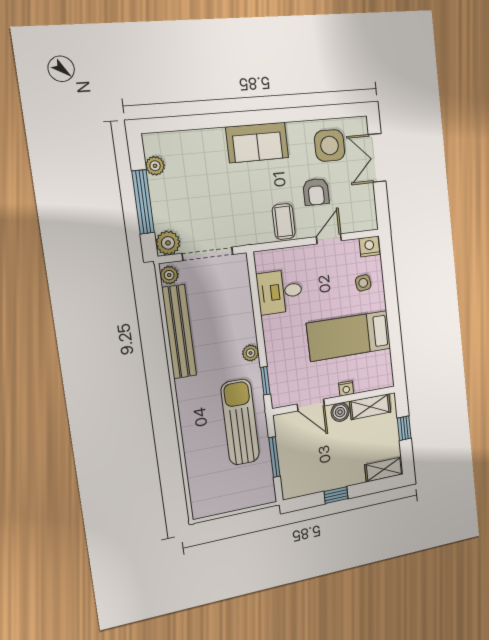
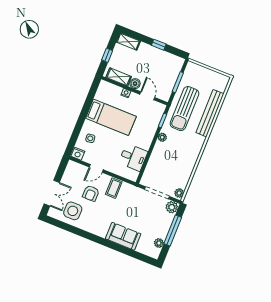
sofa: (257, 142) -> (123, 236), moved
armchair: (316, 192) -> (91, 193), turned 180
bench: (179, 332) -> (210, 113), moved

